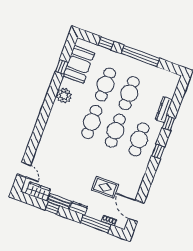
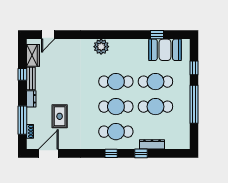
plant: (64, 95) -> (101, 47), moved

